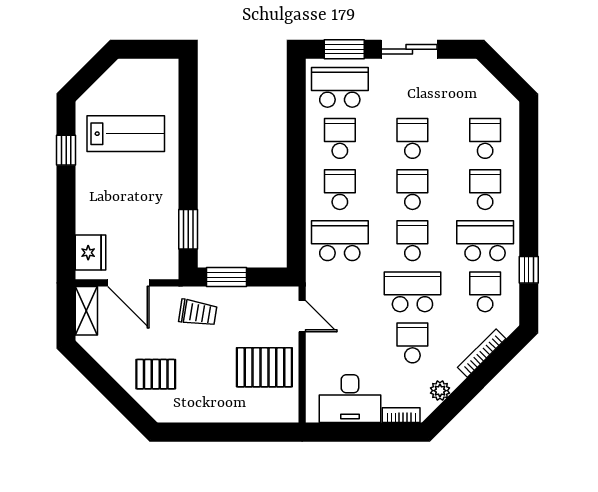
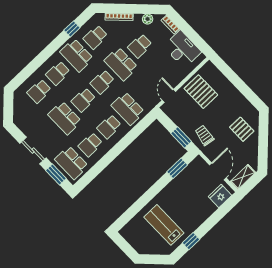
school desk: (412, 138) -> (65, 118), width x1.85

